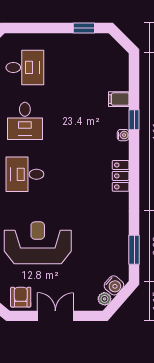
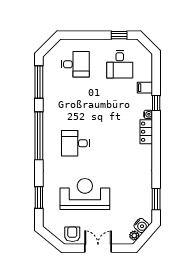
desk: (25, 121) -> (120, 64), moved
locker: (121, 176) -> (146, 132), moved

